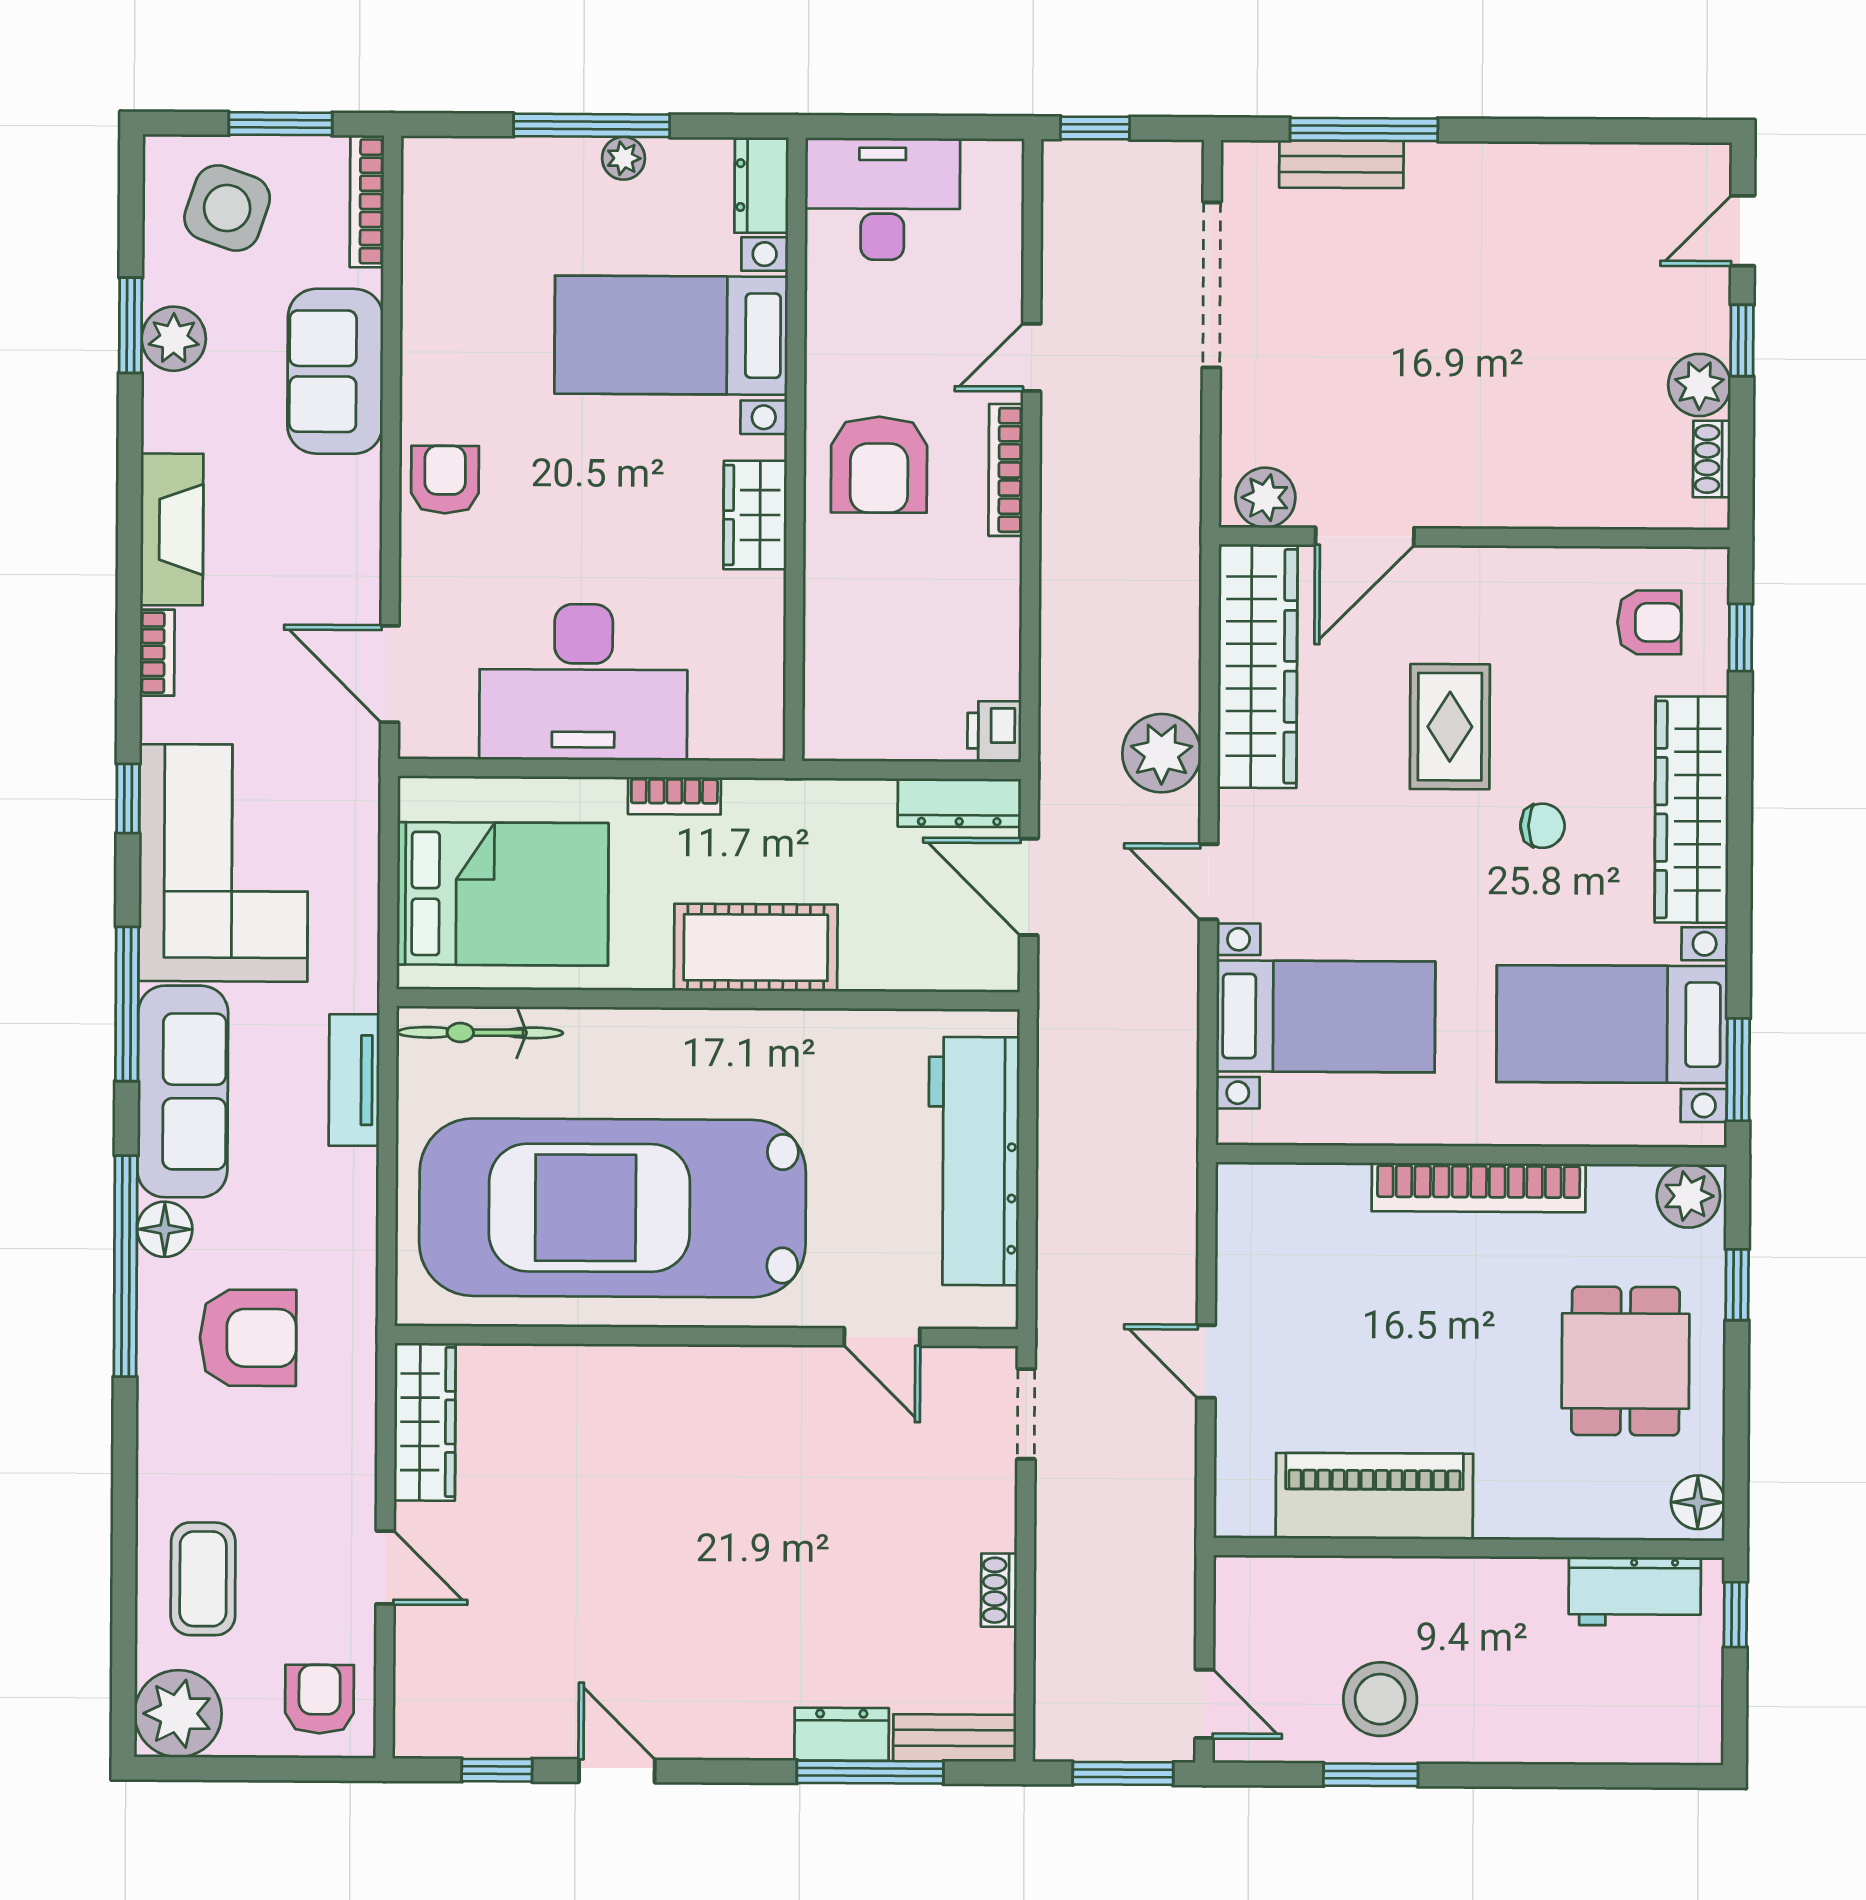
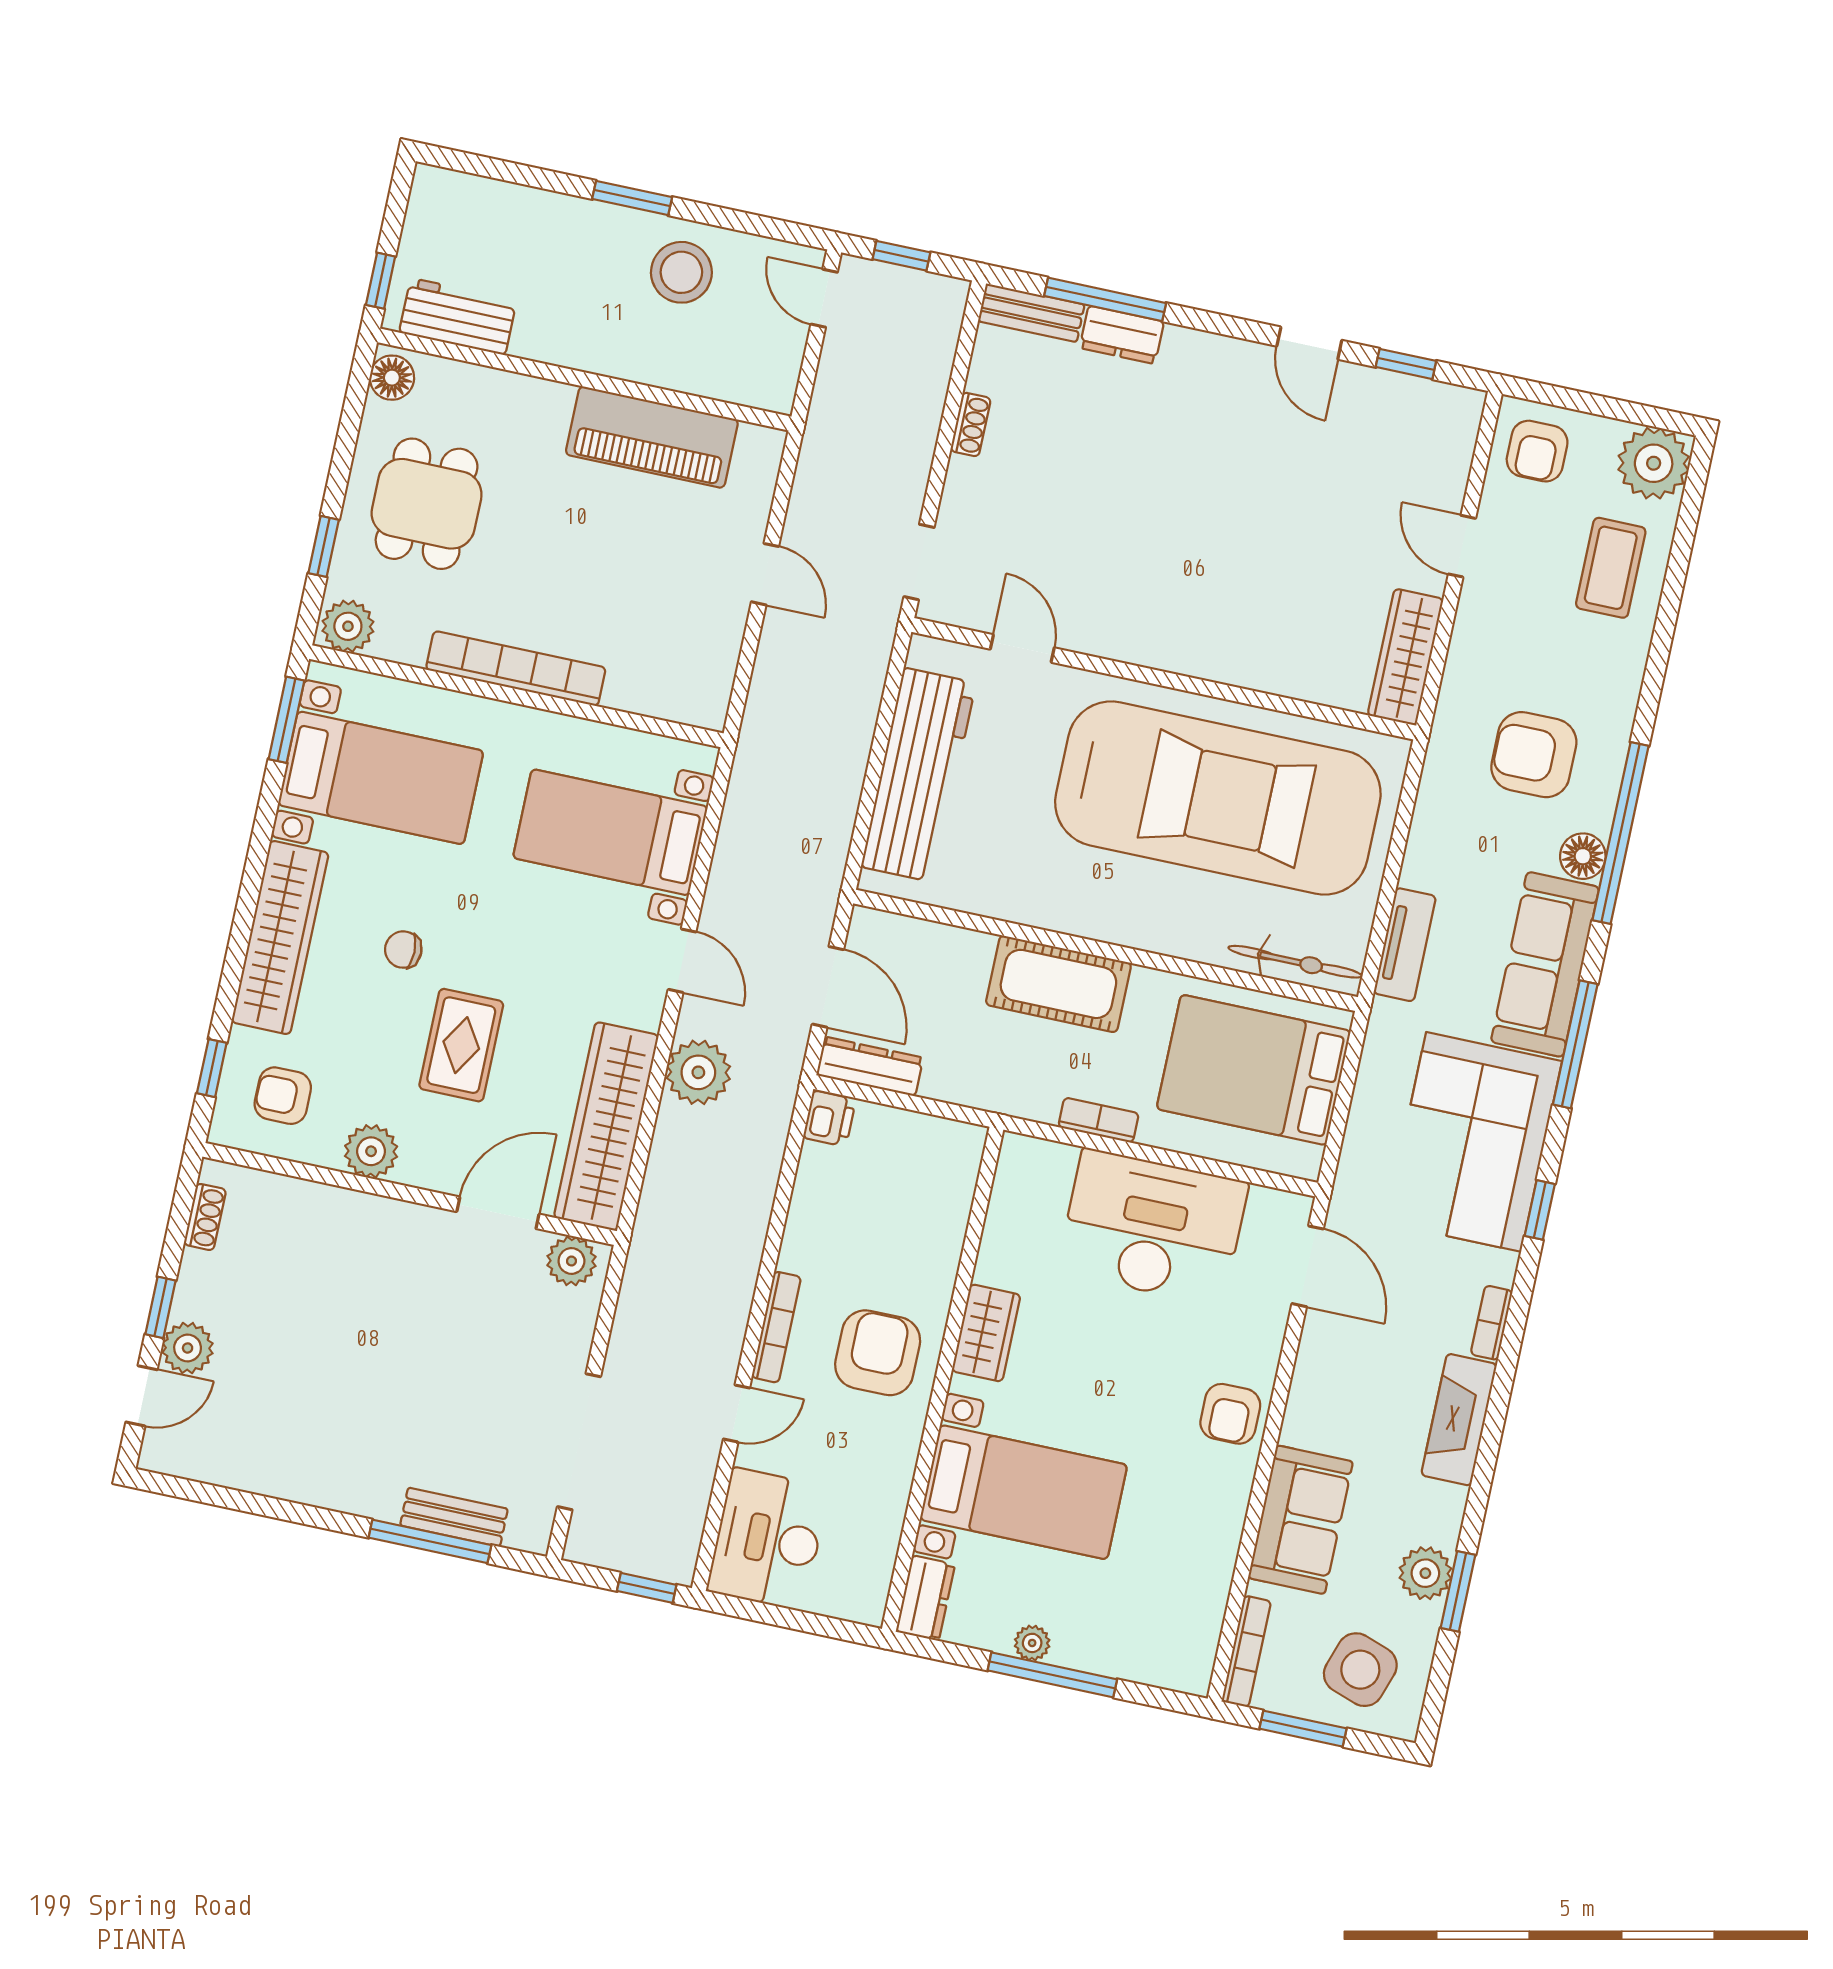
desk: (882, 199) -> (768, 1539), moved, turned 90
plant: (1699, 385) -> (188, 1348), moved
plant: (1531, 578) -> (371, 1151), added
window: (1123, 1773) -> (901, 256), width x0.67
window: (1371, 1775) -> (632, 198), moved

